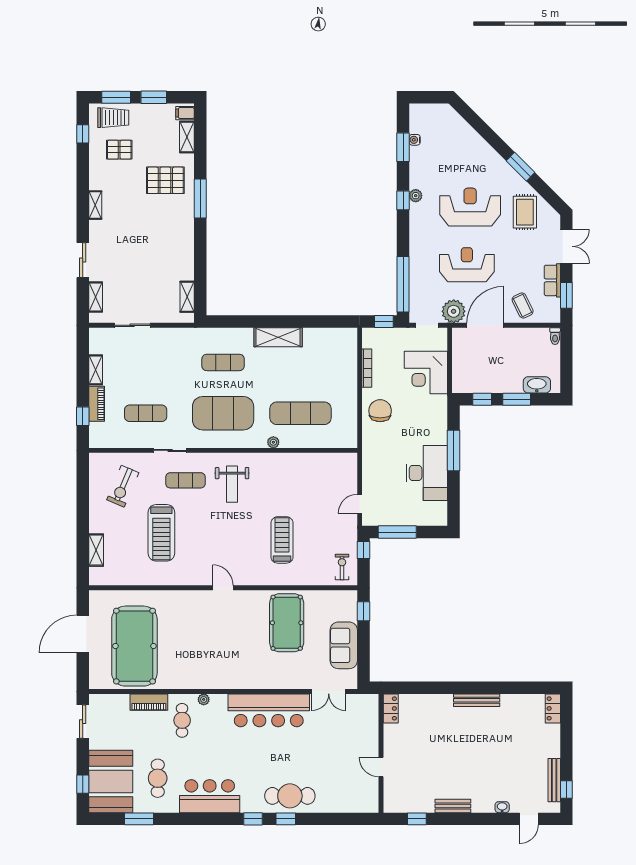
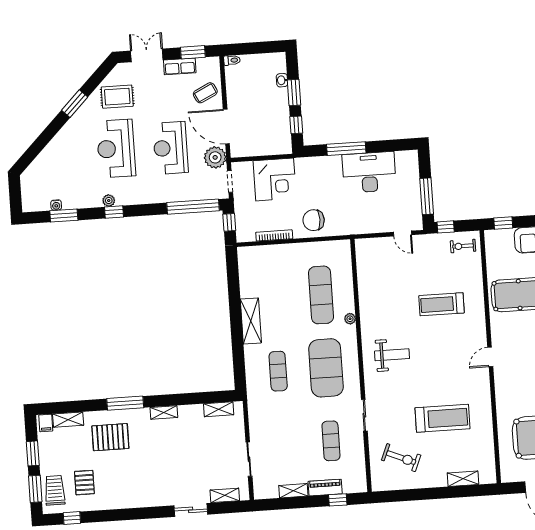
pallet: (165, 180) -> (110, 437), turned 90
shelving: (95, 205) -> (164, 412), moved
washbasin: (537, 385) -> (282, 80), width x0.52, depth x0.69
exercise mat: (185, 480) -> (392, 399), removed

